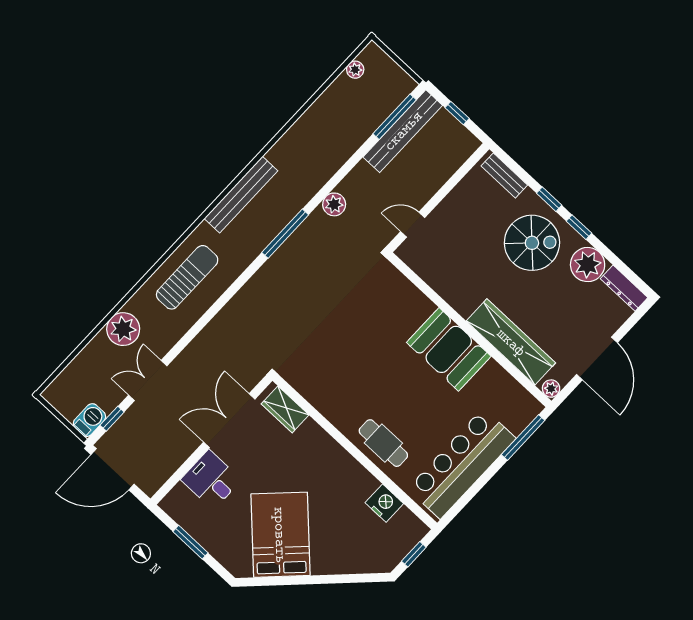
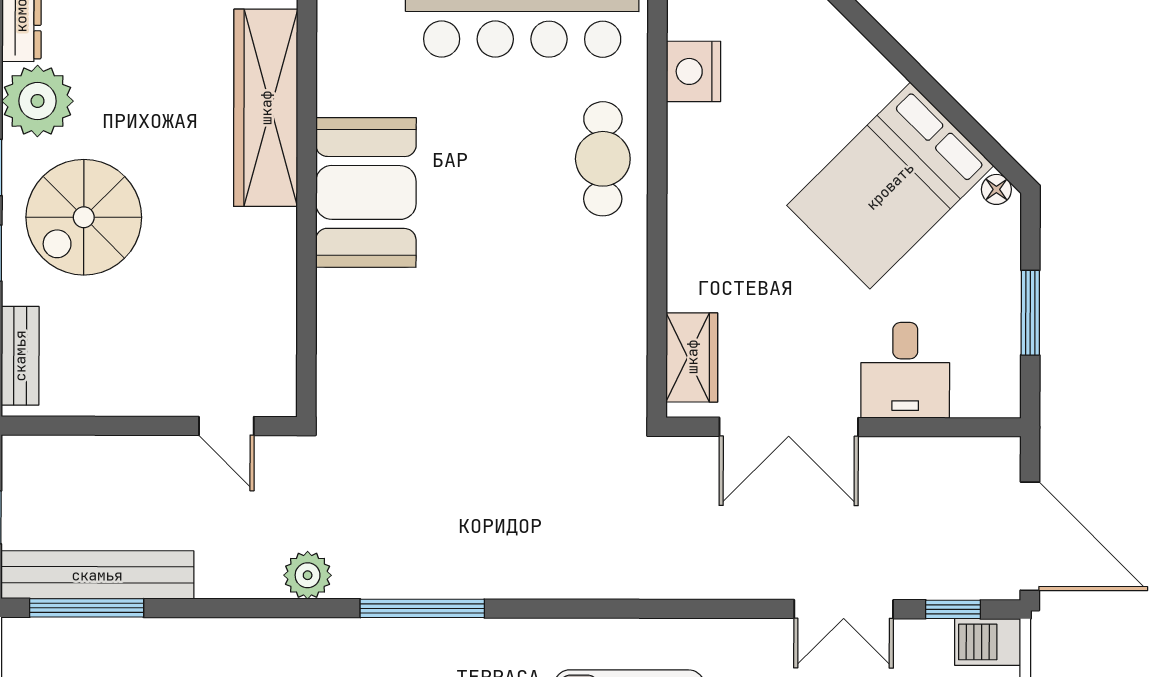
spiral stairs: (532, 243) -> (84, 217), turned -90
floor lamp: (245, 570) -> (996, 189), added

